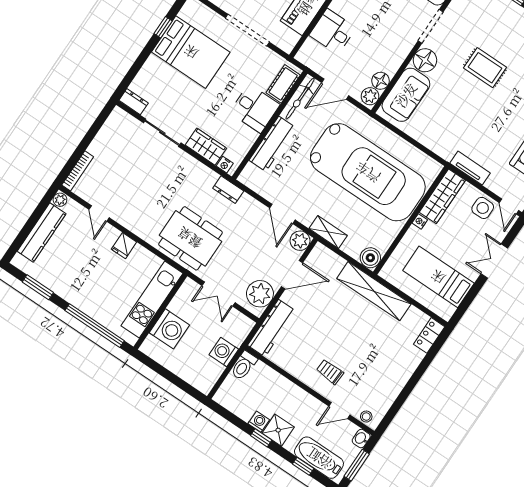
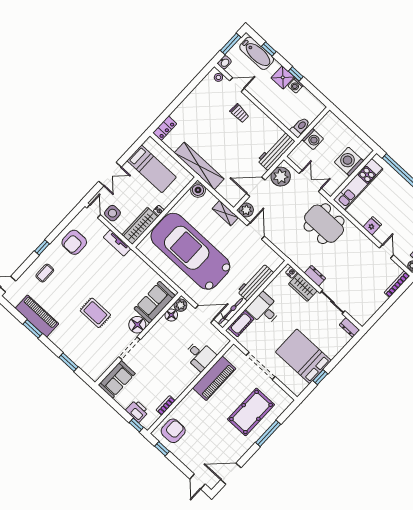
dresser: (228, 190) -> (315, 276), moved

